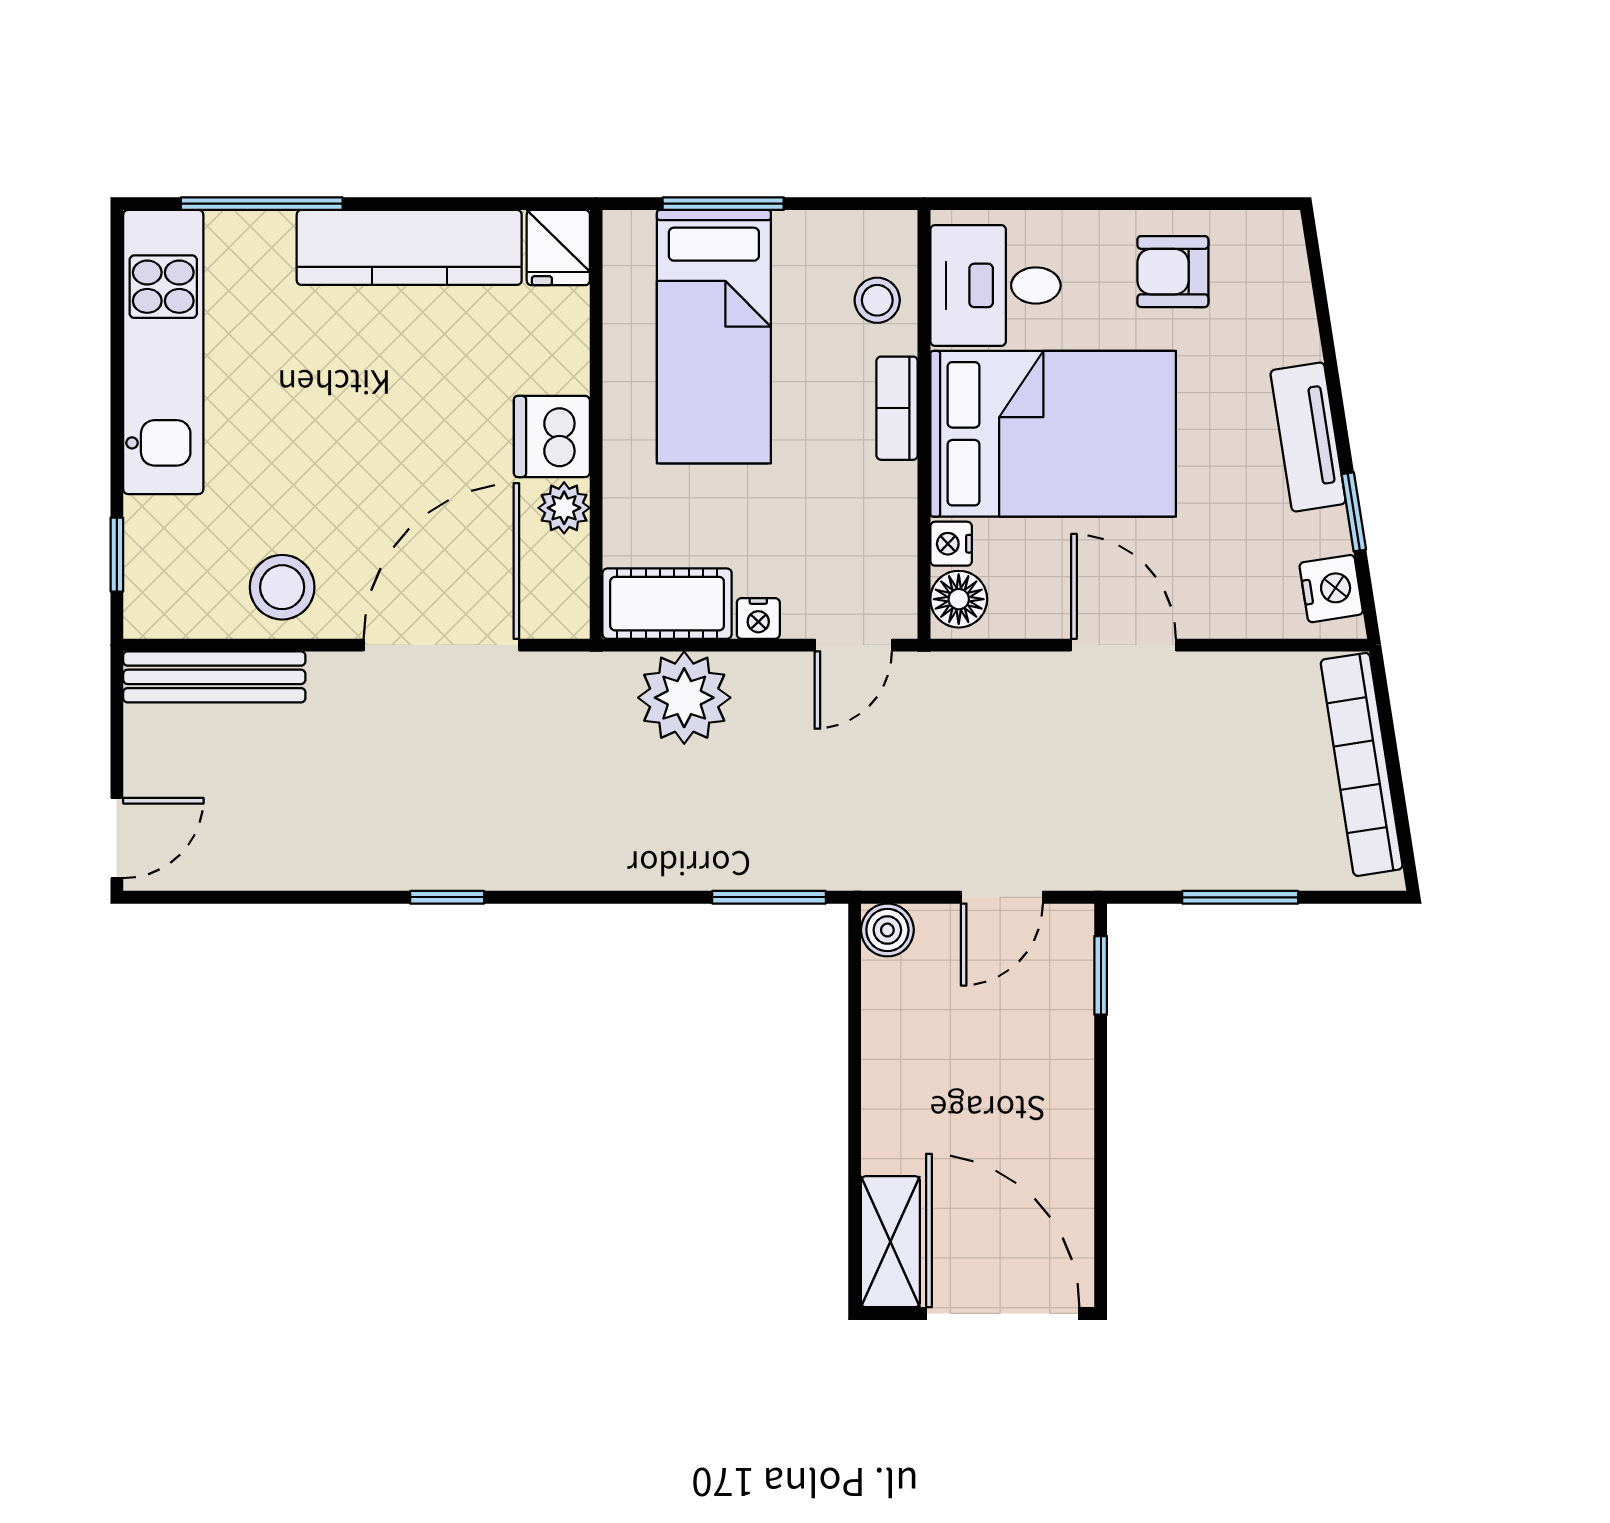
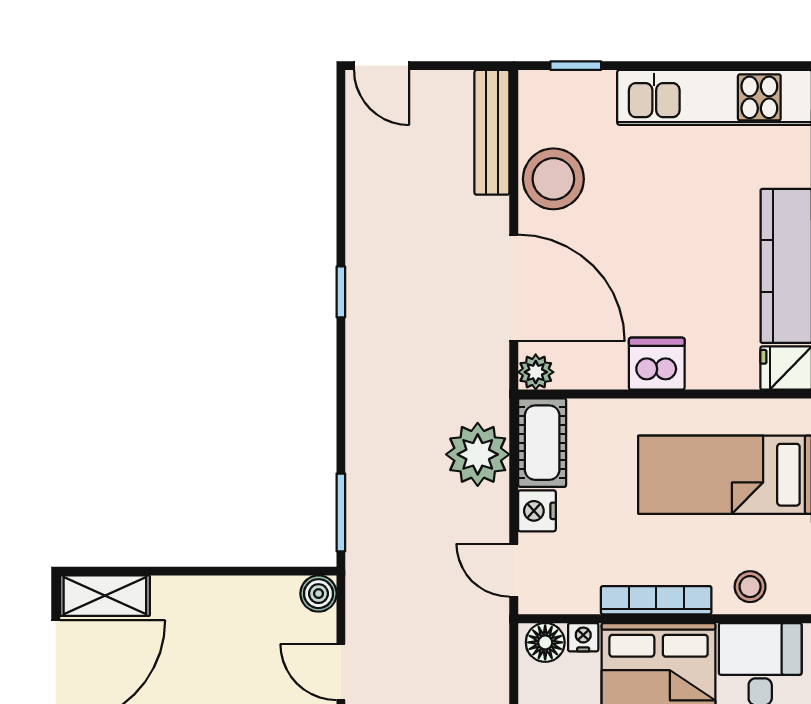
bookcase: (897, 408) -> (656, 600), width x1.56
plant: (564, 508) -> (536, 372), moved
stool: (282, 587) -> (553, 179), width x1.38, depth x1.38
nightstand: (758, 618) -> (537, 511), width x1.39, depth x1.35

